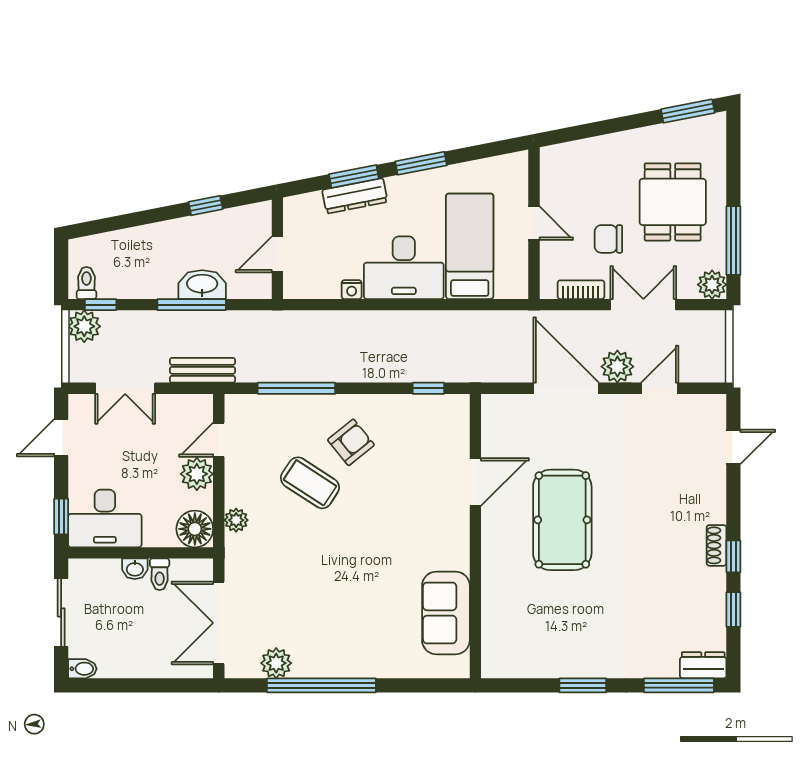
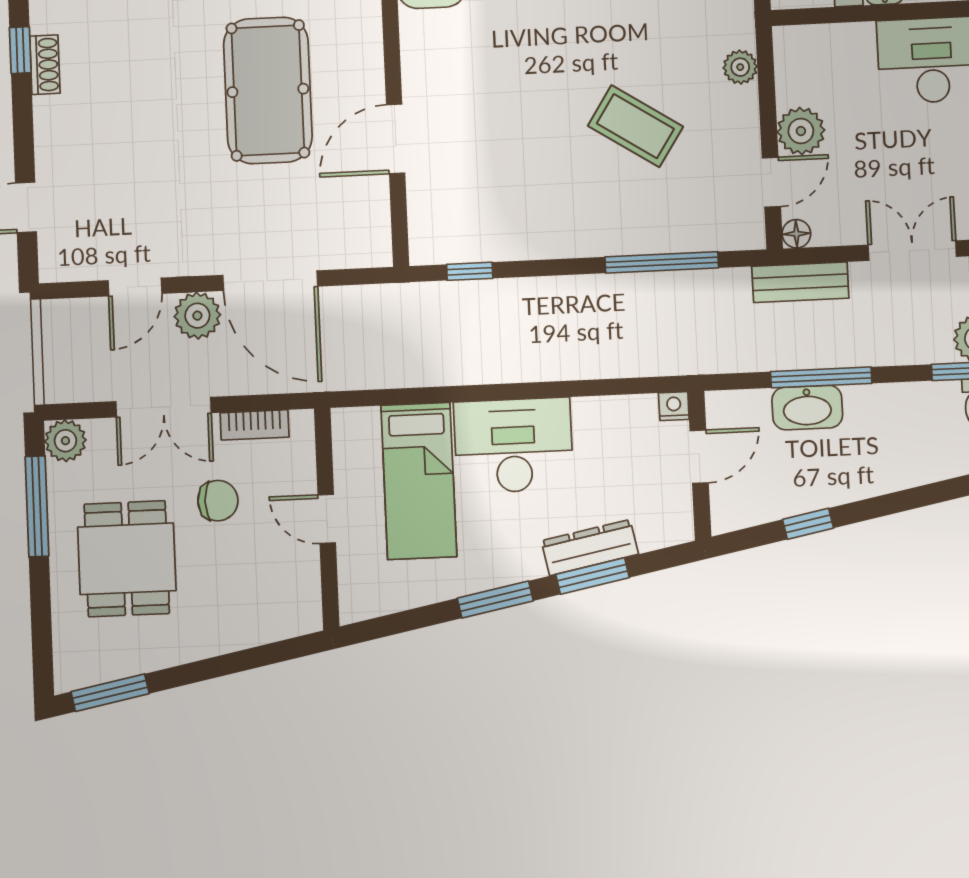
nightstand: (352, 290) -> (674, 406), moved
armchair: (351, 442) -> (579, 188), removed
floor lamp: (195, 529) -> (796, 234), moved, width x0.53, depth x0.53

